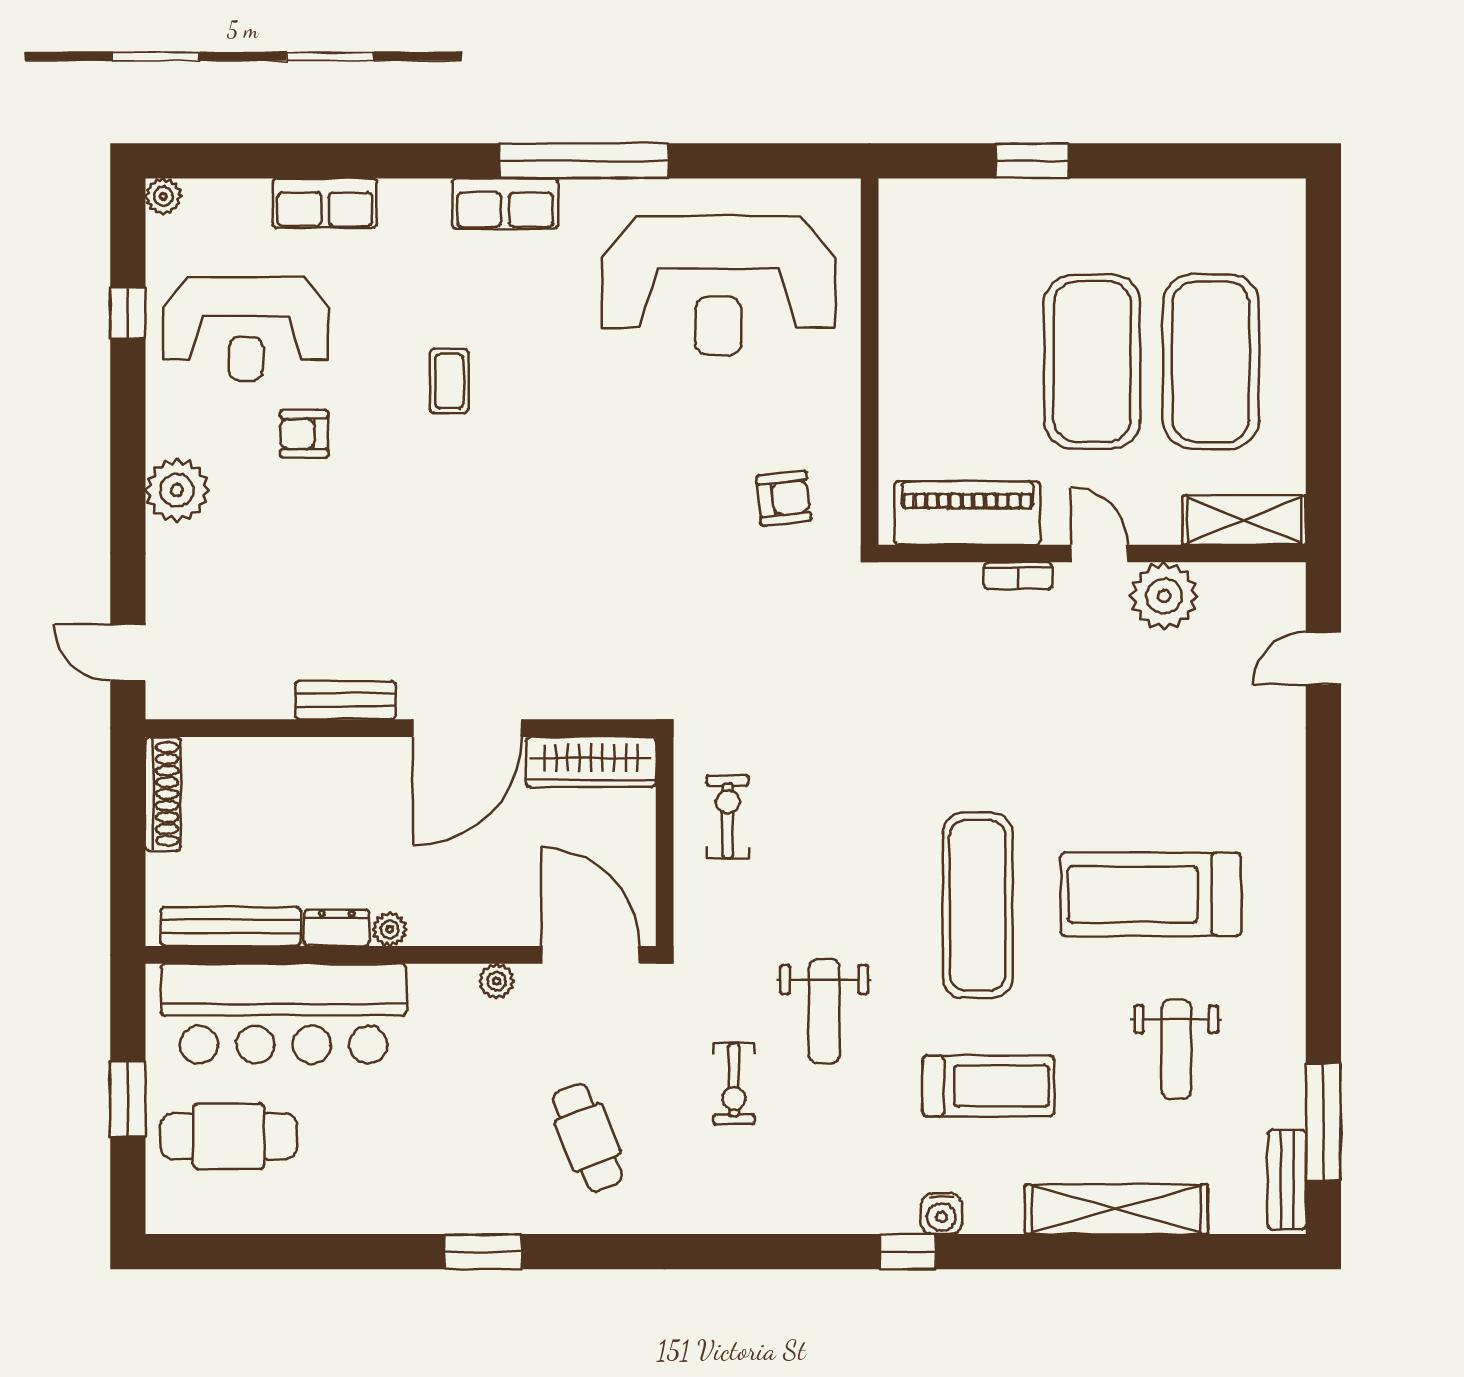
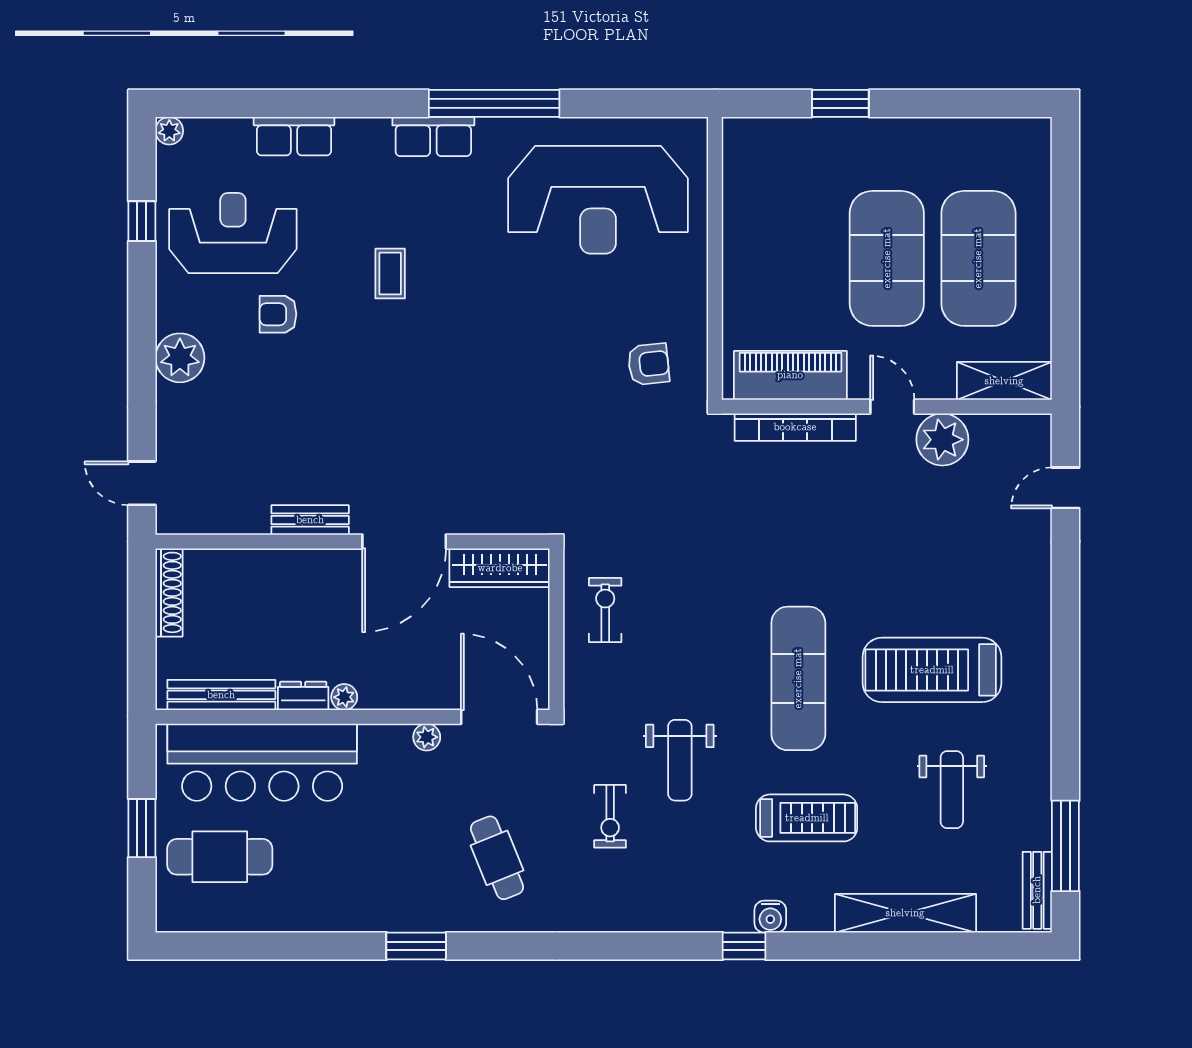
reception desk: (246, 329) -> (233, 233), turned 180
bookcase: (1018, 576) -> (795, 427), width x2.31, depth x1.31

